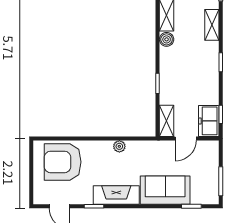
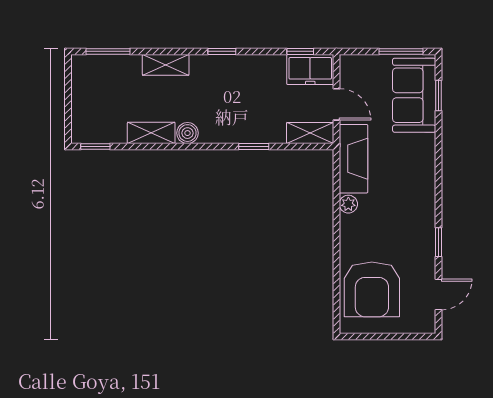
sofa: (165, 190) -> (414, 95), moved
fireplace: (116, 195) -> (353, 159), moved, turned 180

